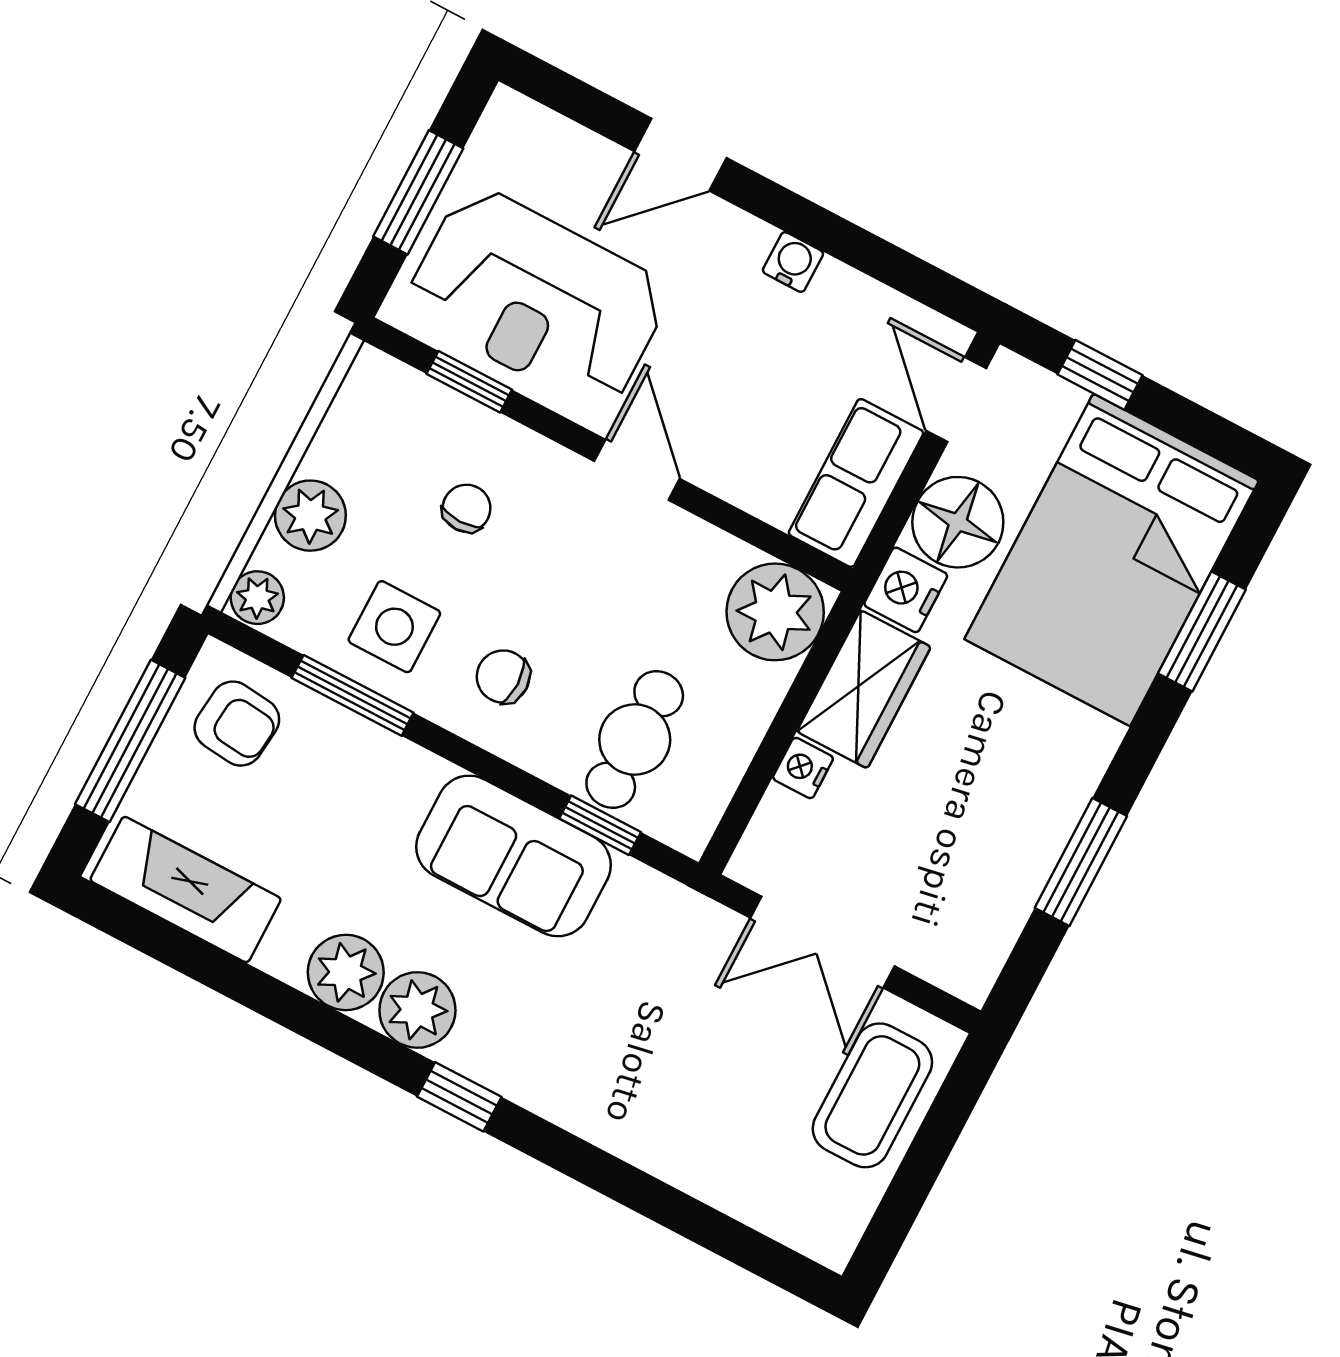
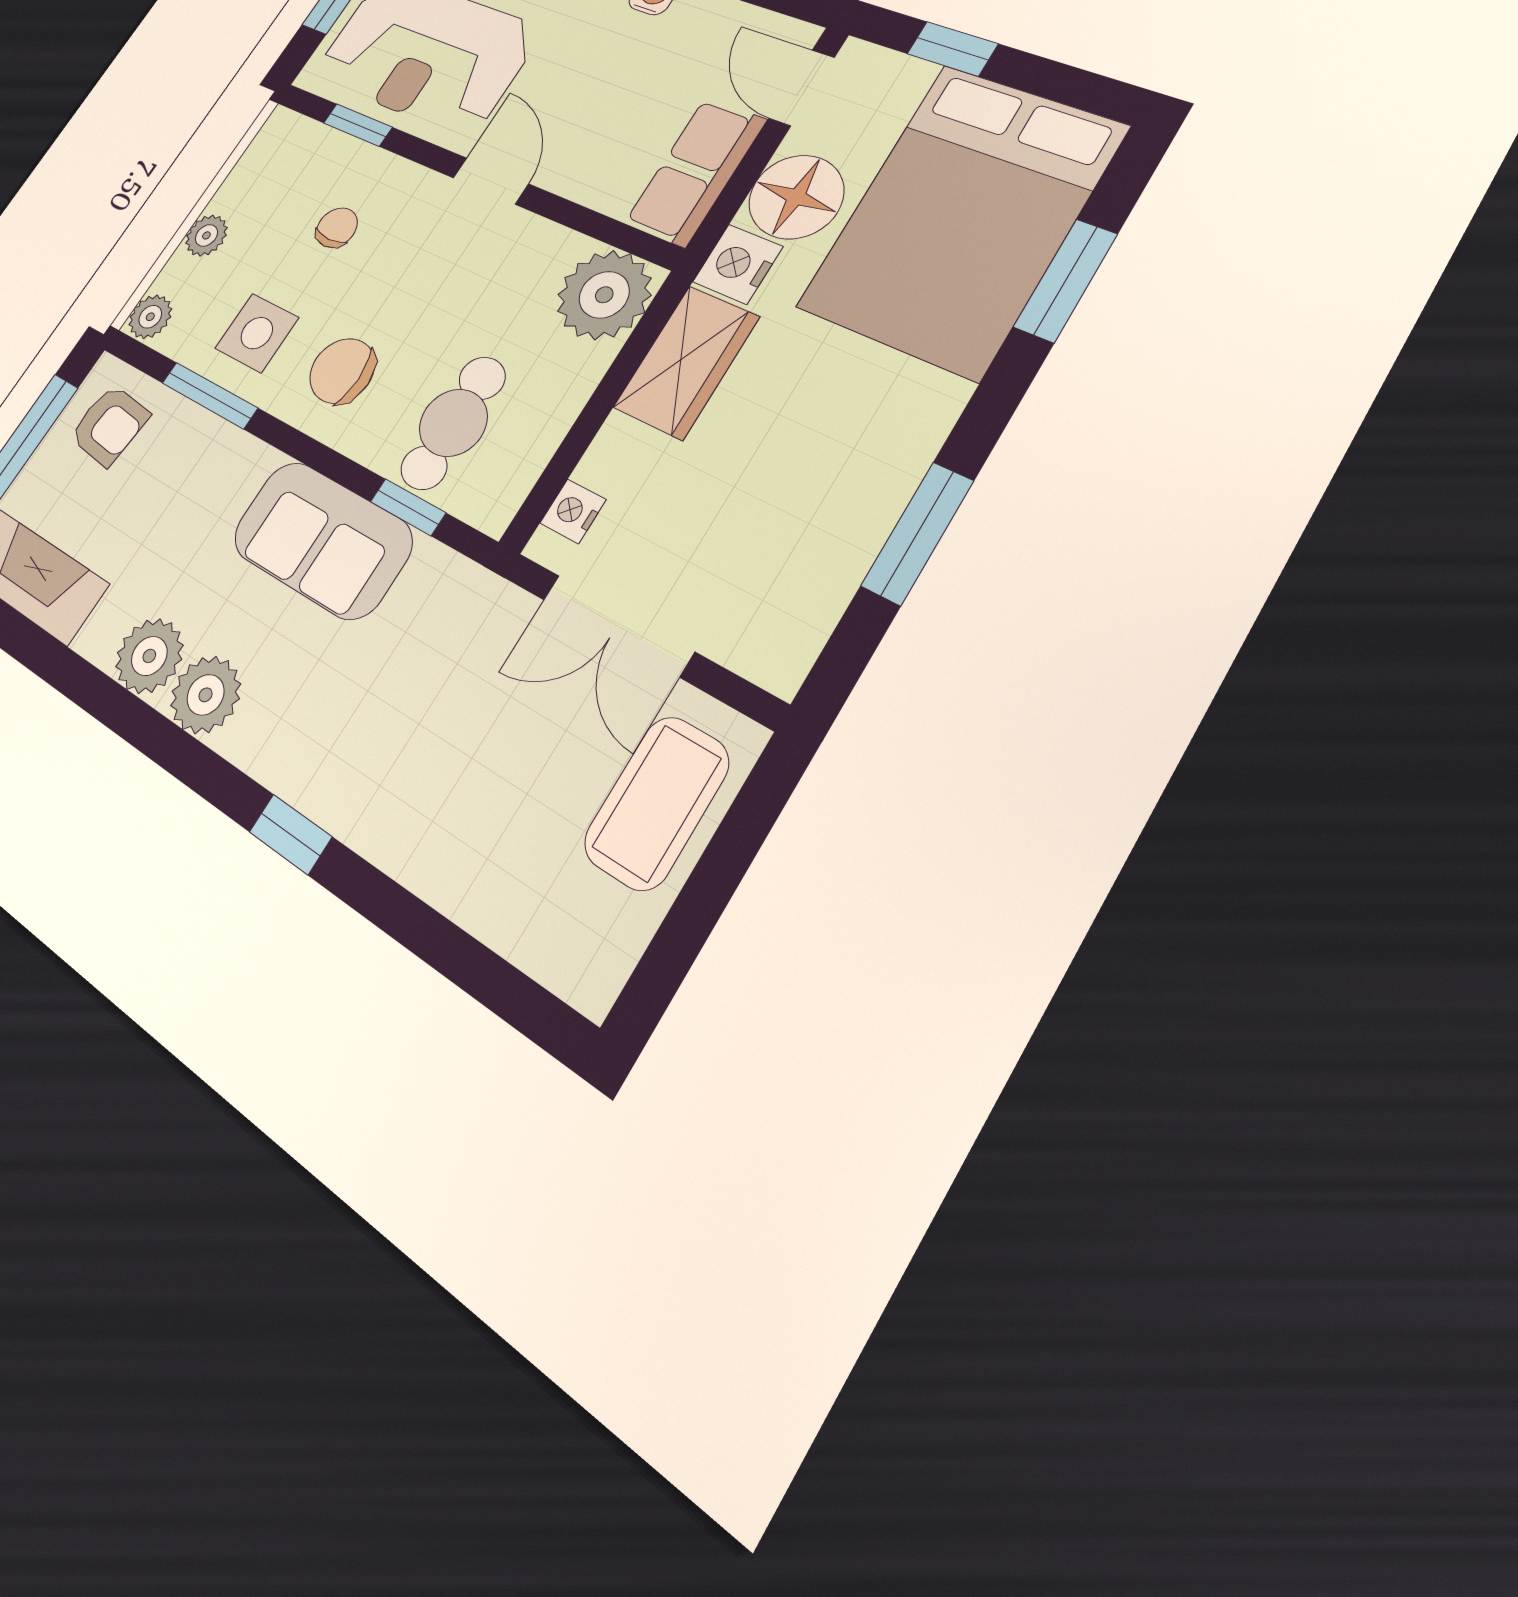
plant: (310, 516) -> (206, 235), width x0.73, depth x0.73
chair: (503, 677) -> (342, 371), width x1.37, depth x1.37
nightstand: (803, 768) -> (573, 511), moved
window: (459, 1097) -> (290, 834), moved

